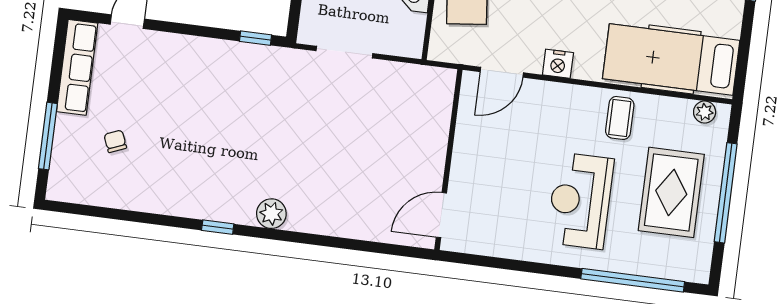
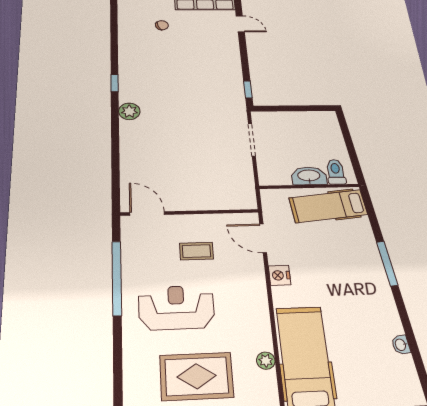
plant: (705, 112) -> (266, 361), moved
coffee table: (620, 118) -> (196, 251), moved
window: (633, 280) -> (117, 278), moved

